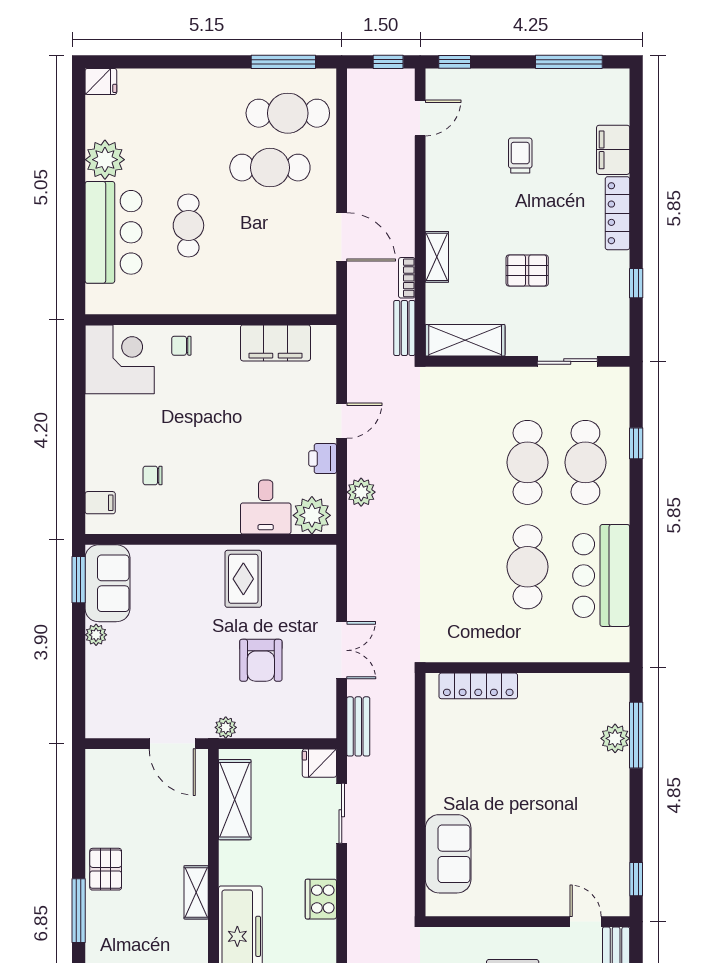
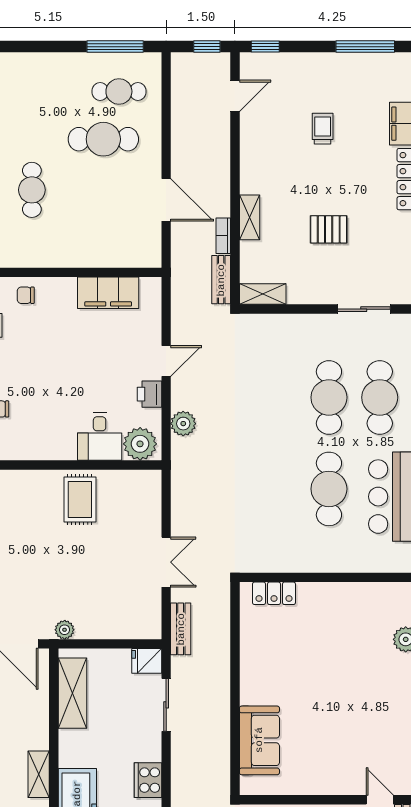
cafe table: (288, 113) -> (119, 91), width x0.73, depth x0.74
shelving: (465, 340) -> (263, 294), width x0.67, depth x0.75
armchair: (261, 660) -> (95, 571), removed
locker: (478, 686) -> (274, 593), width x0.66

